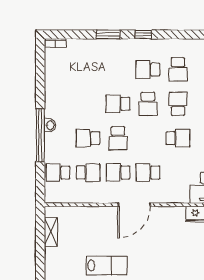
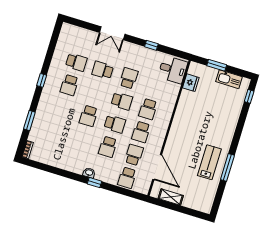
window: (108, 35) -> (29, 120), moved
school desk: (148, 104) -> (122, 101), moved
window: (40, 135) -> (95, 183), width x0.32
door: (134, 205) -> (157, 167), moved

